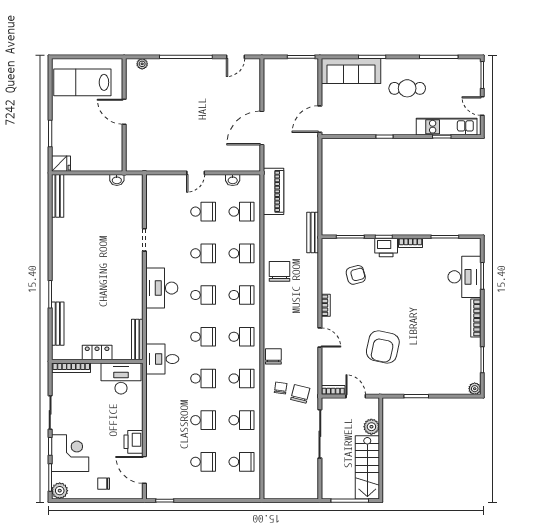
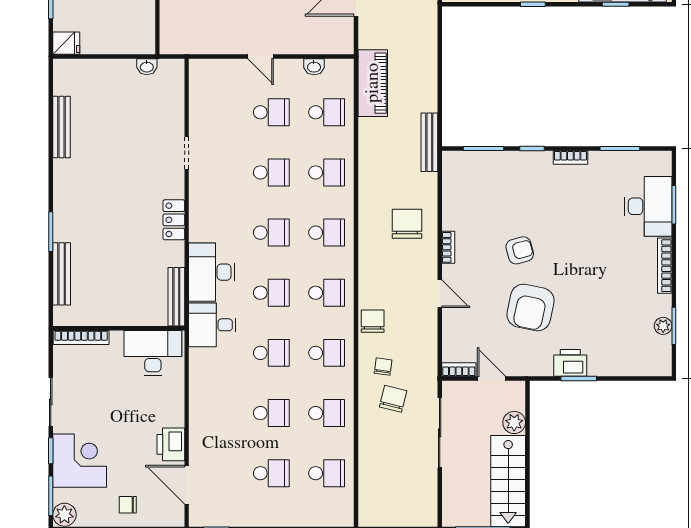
door: (196, 173) -> (261, 56), hinge flipped
bench: (58, 196) -> (61, 127), moved
printer: (386, 248) -> (570, 363), moved, turned 180
chair: (279, 271) -> (407, 224), moved
armchair: (356, 275) -> (520, 250), moved
desk: (162, 288) -> (212, 272), moved
locker: (97, 352) -> (174, 220), moved, turned -90
plant: (475, 389) -> (663, 326), moved
chair: (300, 394) -> (393, 399), moved

